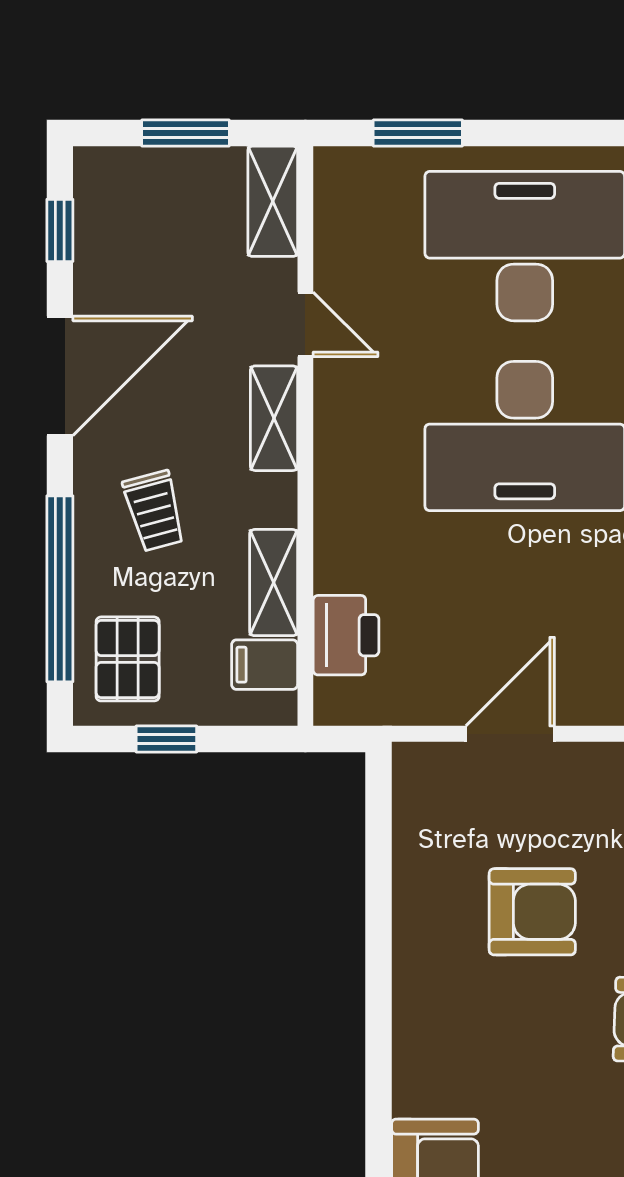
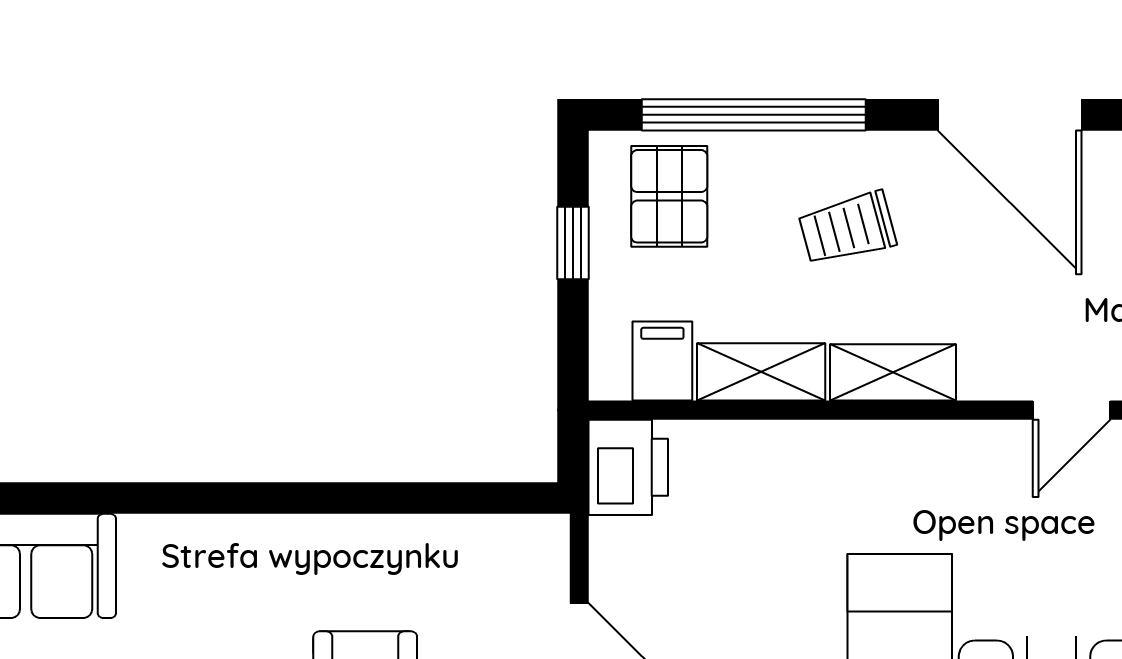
shelving: (274, 418) -> (893, 372), moved
printer: (346, 635) -> (628, 467), moved, turned -90
pallet: (128, 659) -> (669, 196), turned 90

